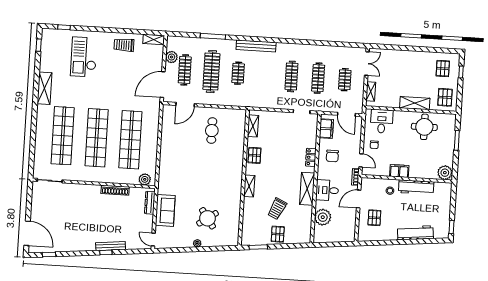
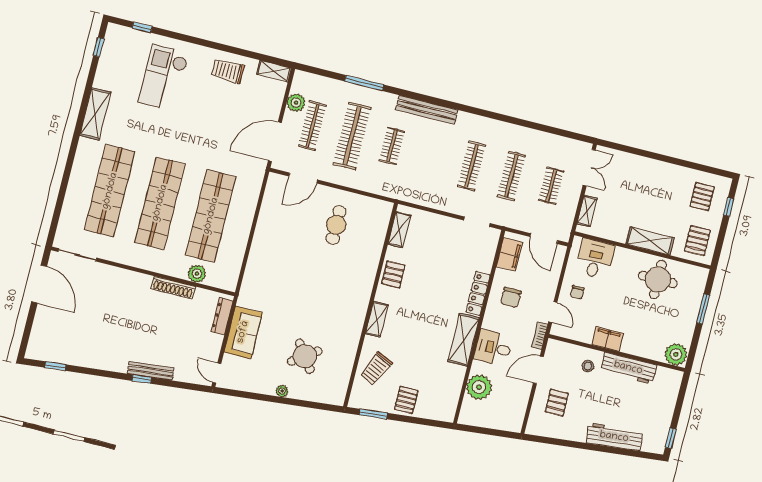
locker: (311, 157) -> (478, 293), width x1.53
plant: (145, 179) -> (197, 274), moved
trolley: (277, 209) -> (376, 369), moved
door: (27, 233) -> (39, 284), moved

